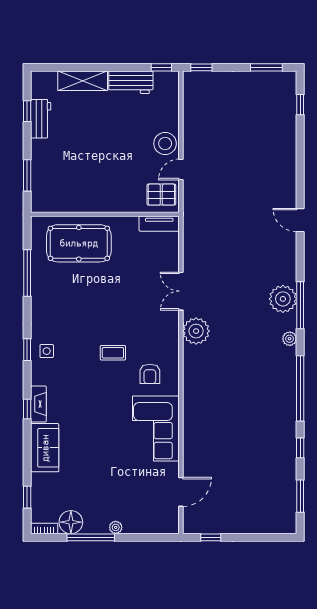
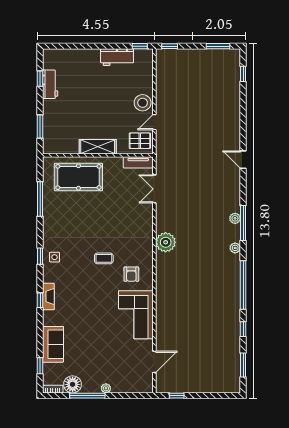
shelving: (83, 81) -> (98, 147), moved
double door: (181, 291) -> (154, 189), moved
plant: (283, 299) -> (235, 218), width x0.53, depth x0.53
sofa: (45, 448) -> (53, 344), moved

